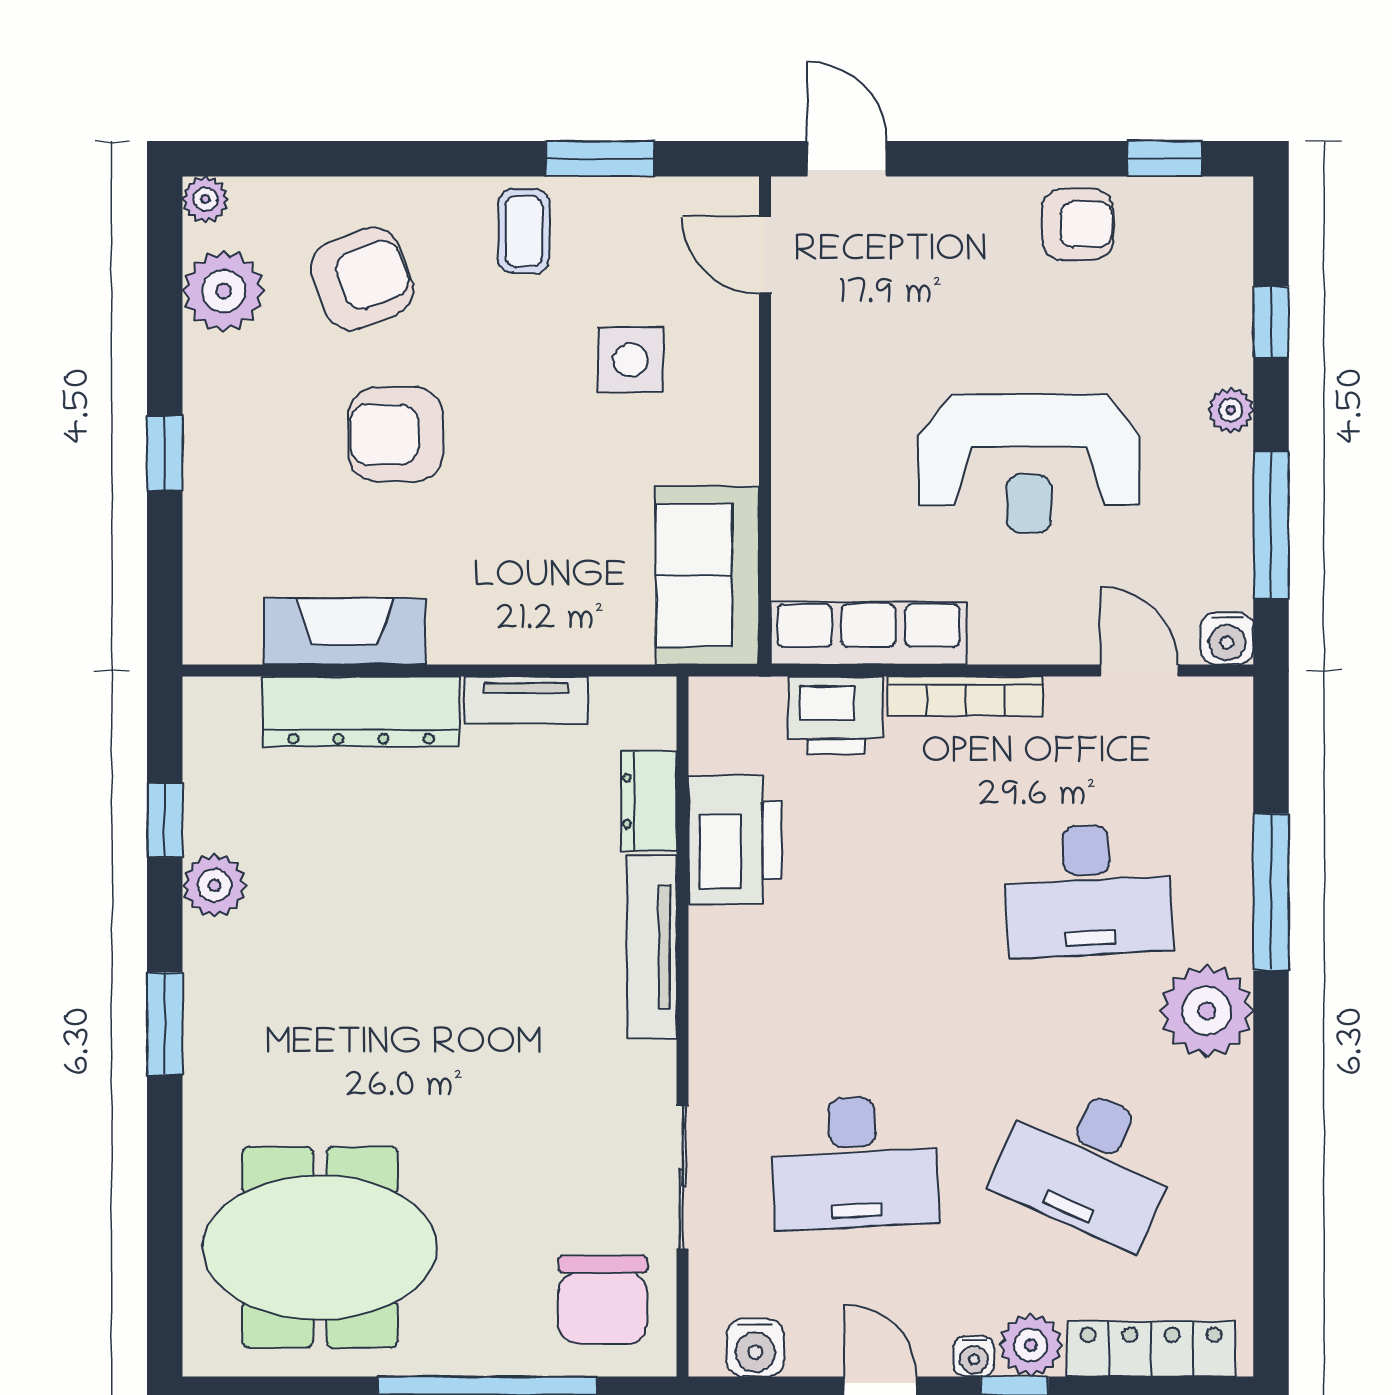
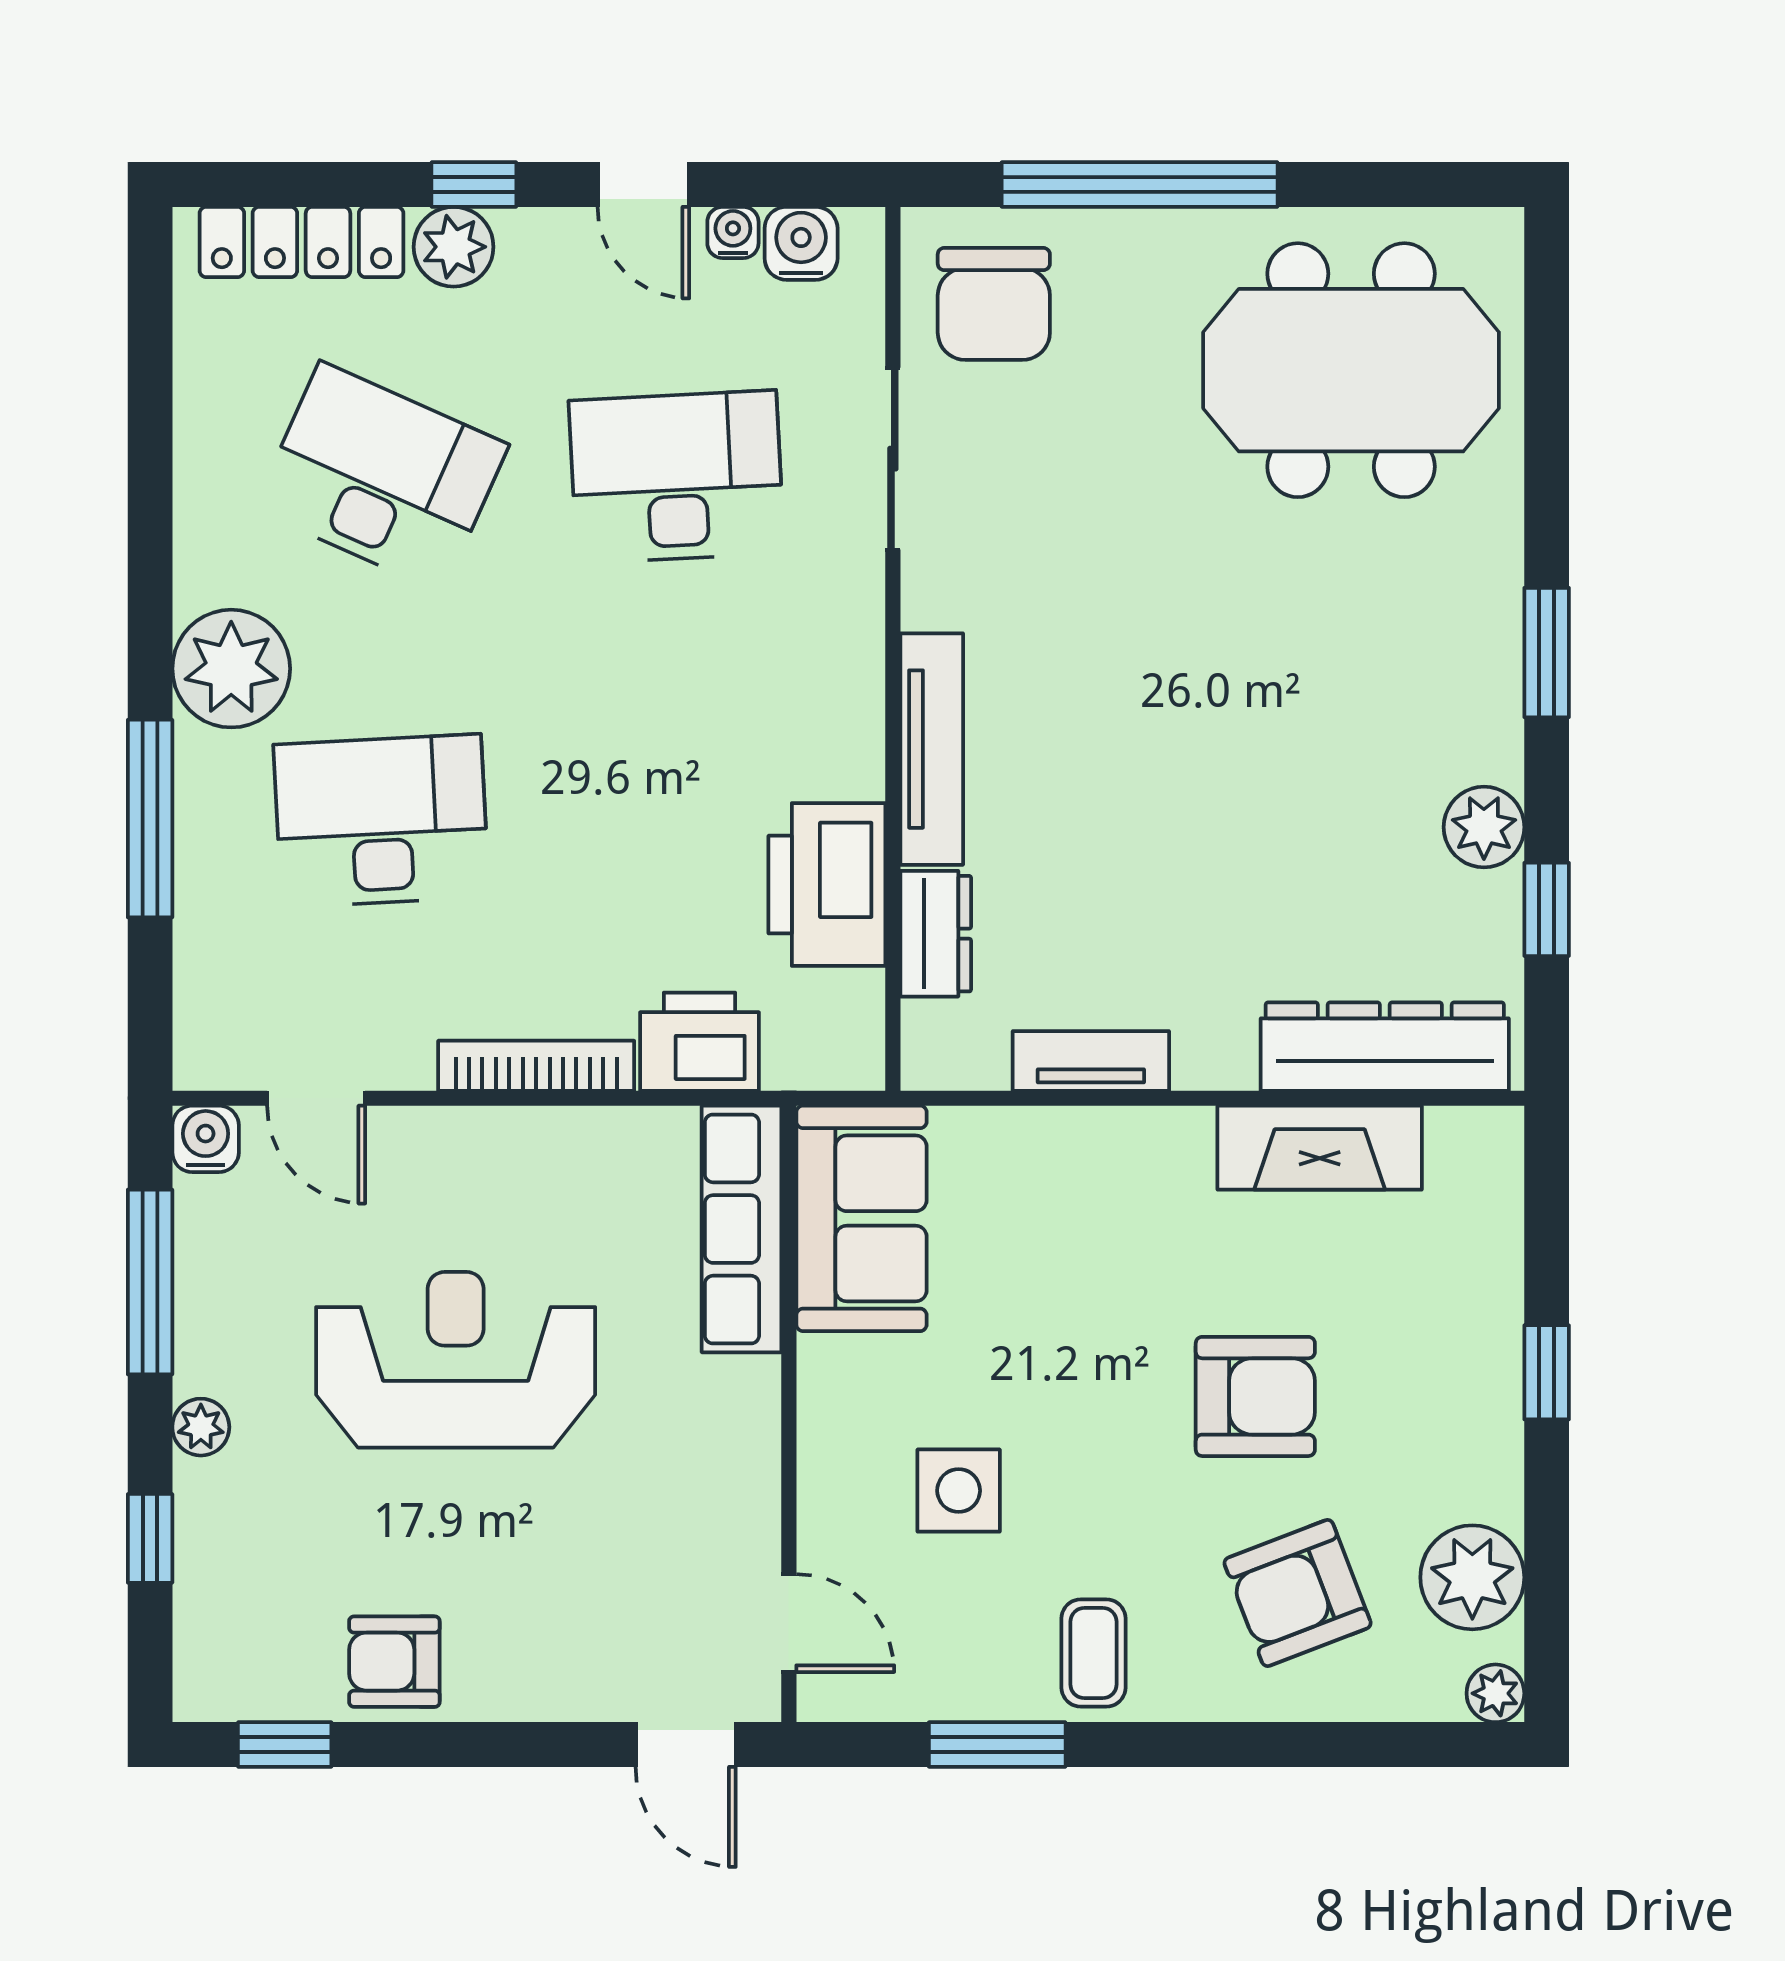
row of seats: (869, 633) -> (742, 1229), moved, turned 90
dresser: (361, 711) -> (1385, 1047), moved
chair: (603, 1300) -> (994, 304), turned 180
water cooler: (974, 1356) -> (733, 232), moved

